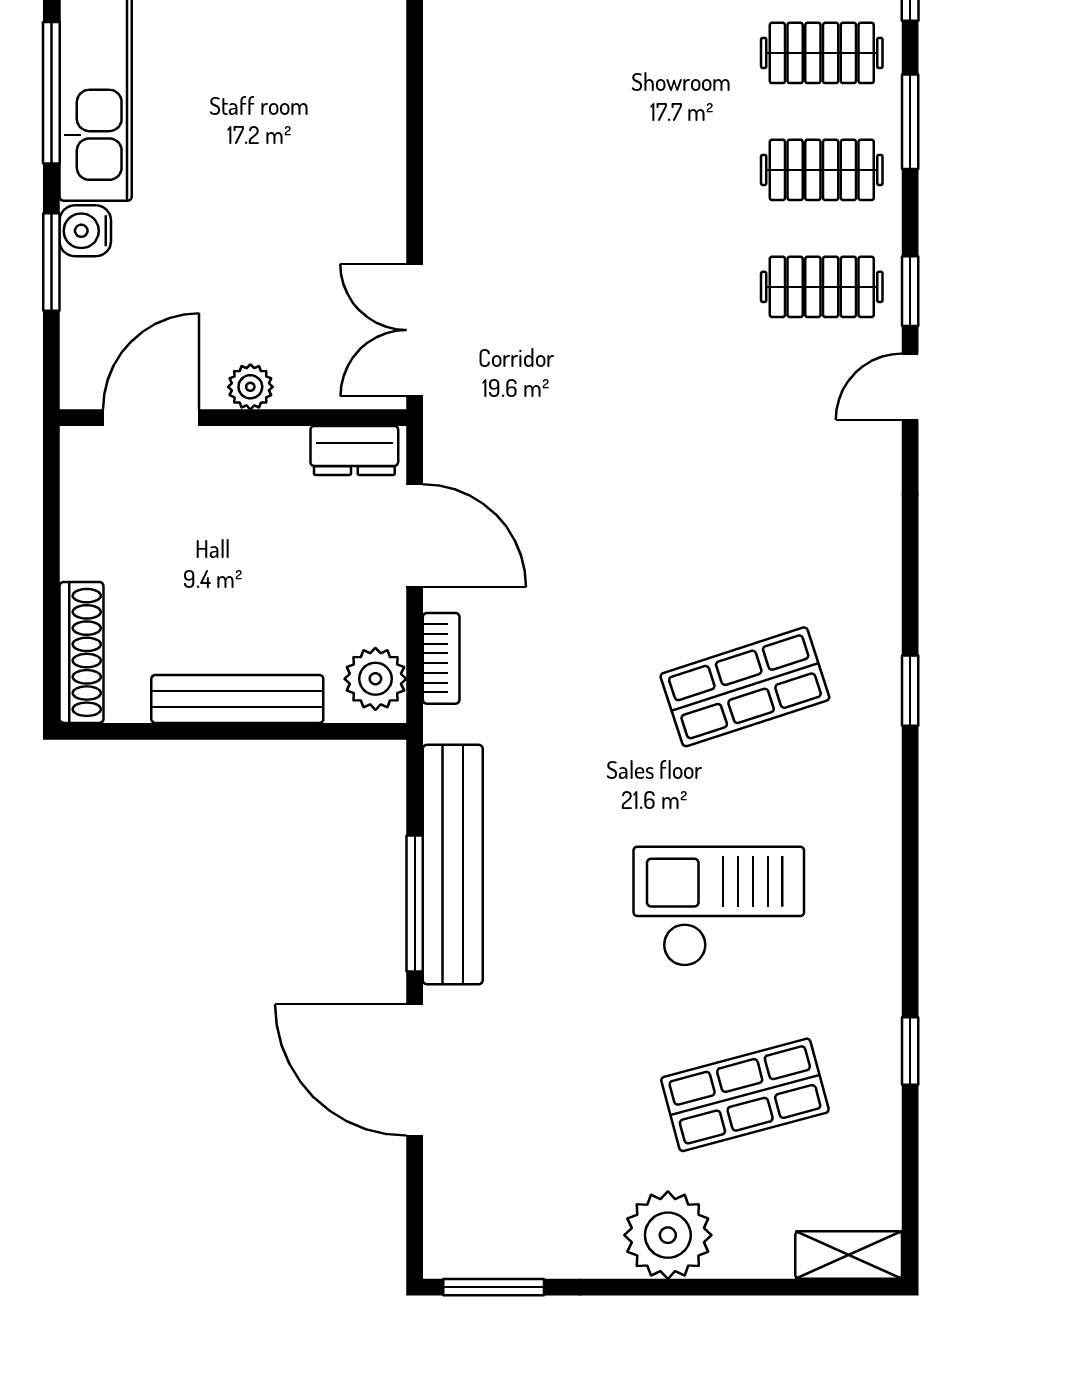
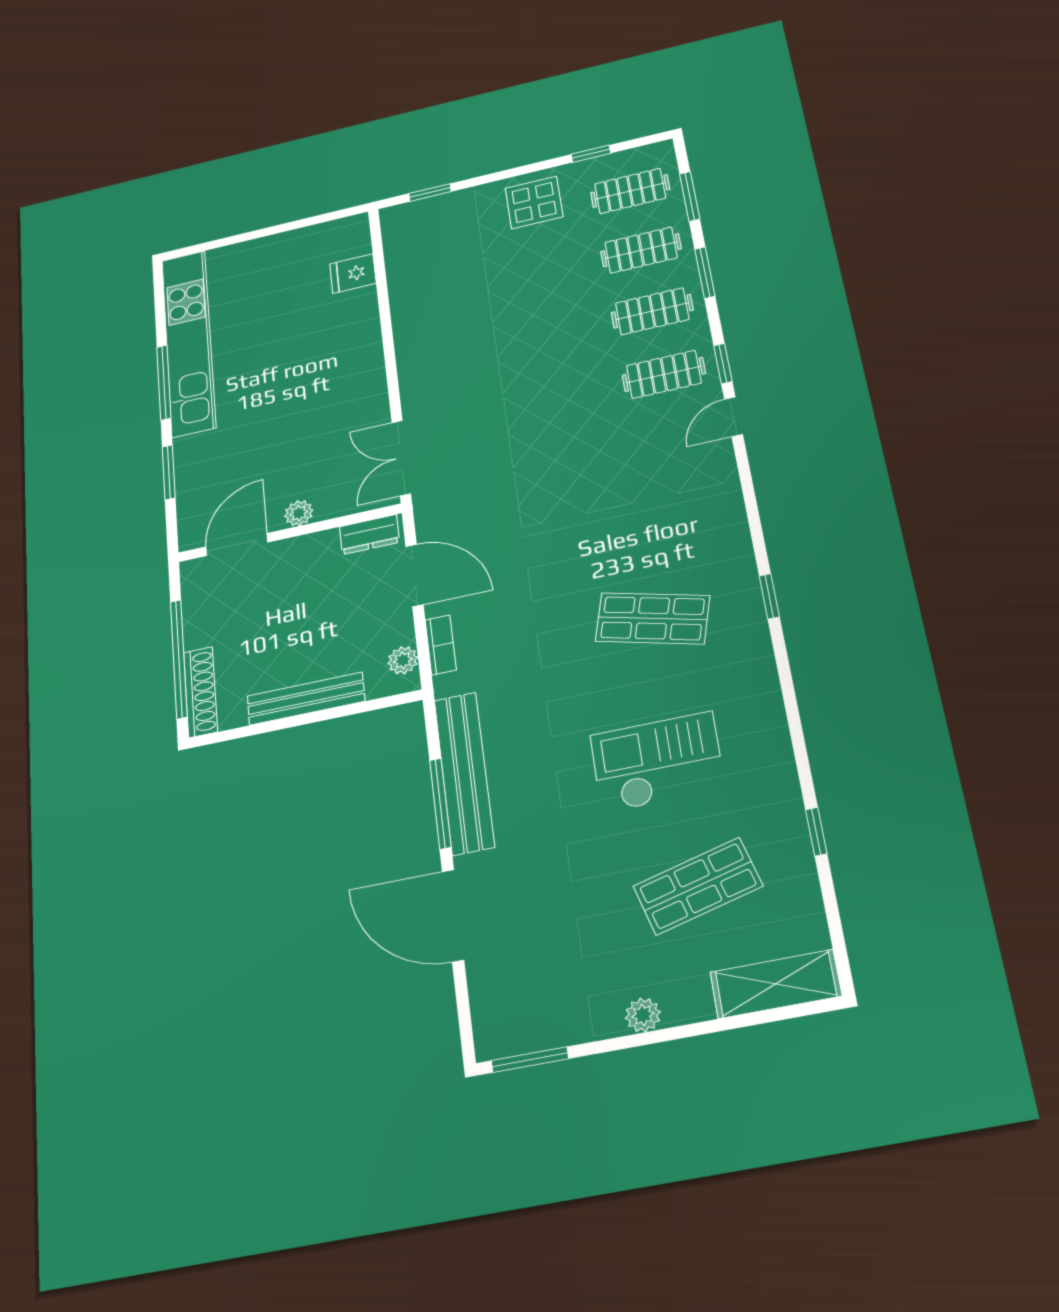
water cooler: (85, 231) -> (189, 451), removed
window: (51, 590) -> (179, 659), added
plant: (375, 679) -> (403, 660), width x0.73, depth x0.73
shop shelf: (745, 687) -> (652, 618), turned 33
plant: (668, 1235) -> (643, 1015), width x0.53, depth x0.53
shelving: (849, 1255) -> (776, 984), width x1.50, depth x1.33

